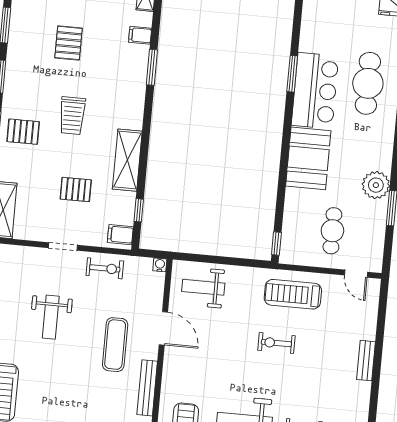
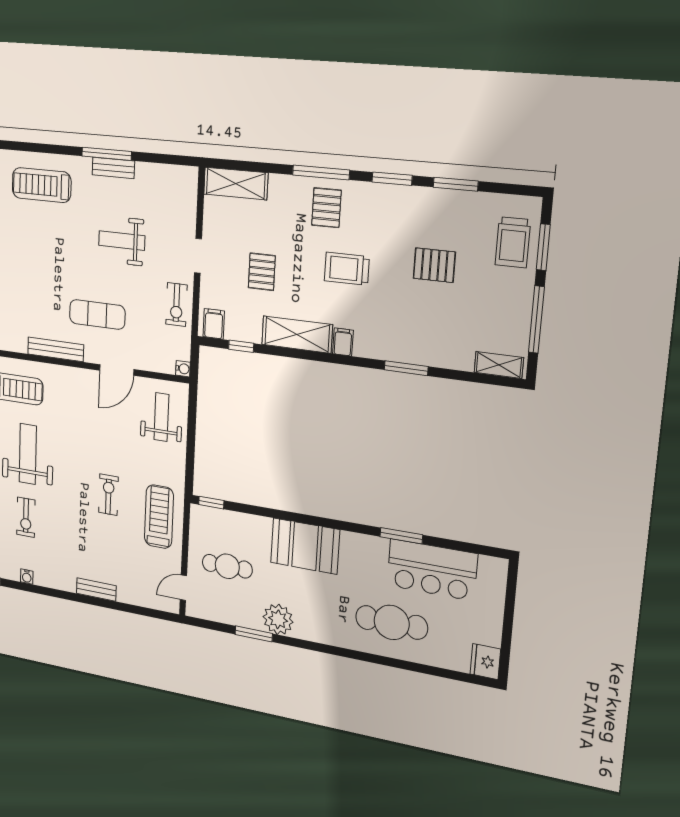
filing cabinet: (140, 35) -> (343, 342), moved
bar counter: (315, 91) -> (432, 570), moved

